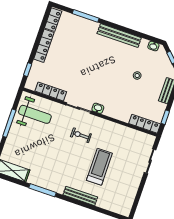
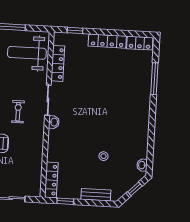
bench: (119, 36) -> (143, 123), removed
weight bench: (35, 114) -> (27, 53), turned 90

